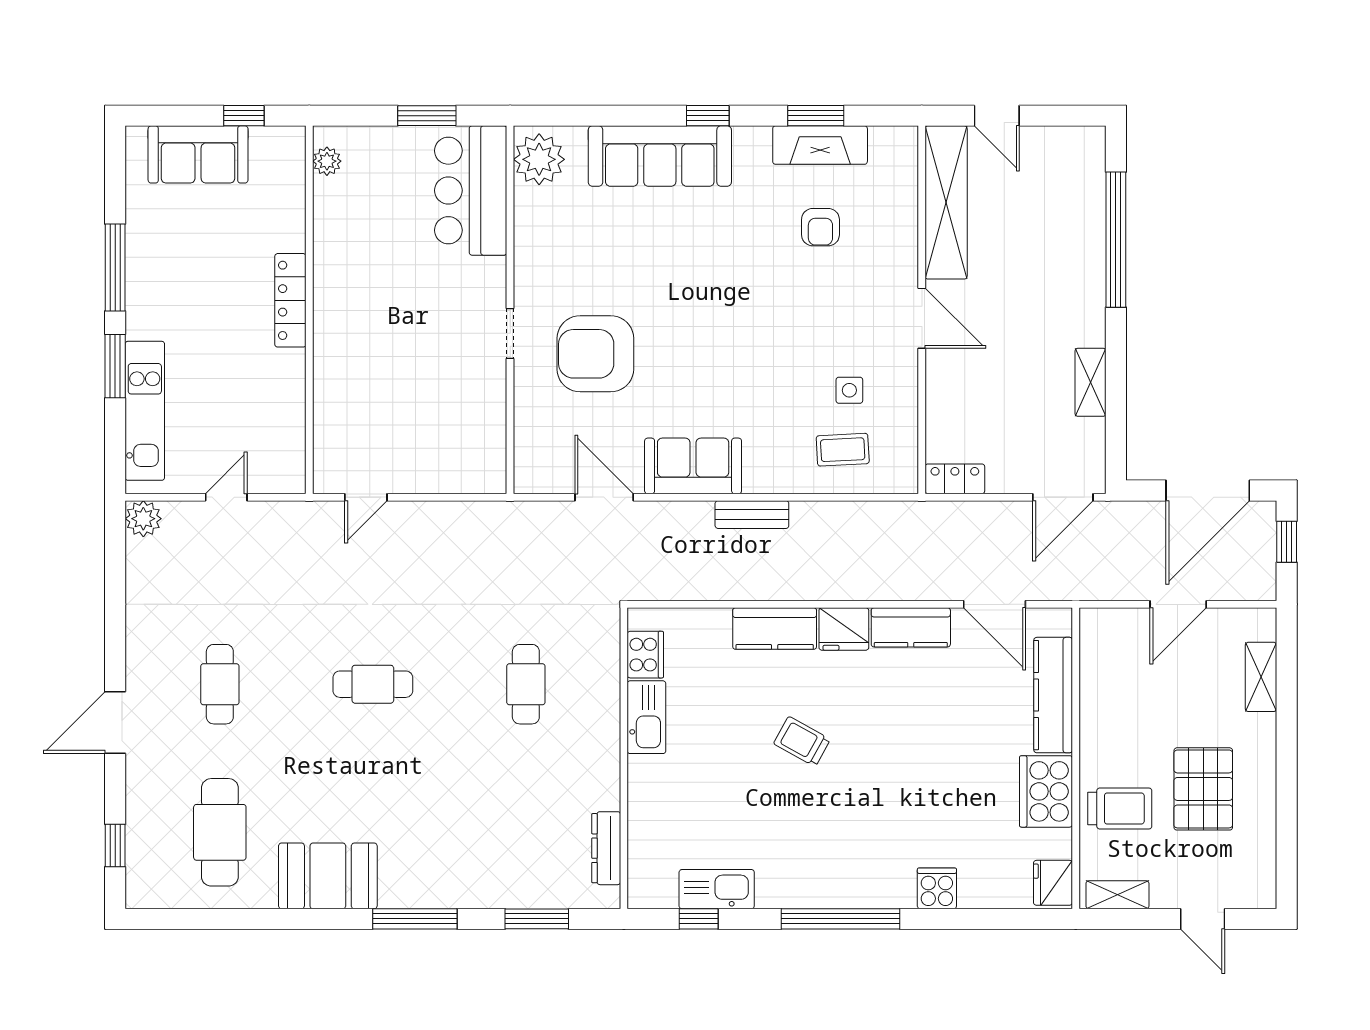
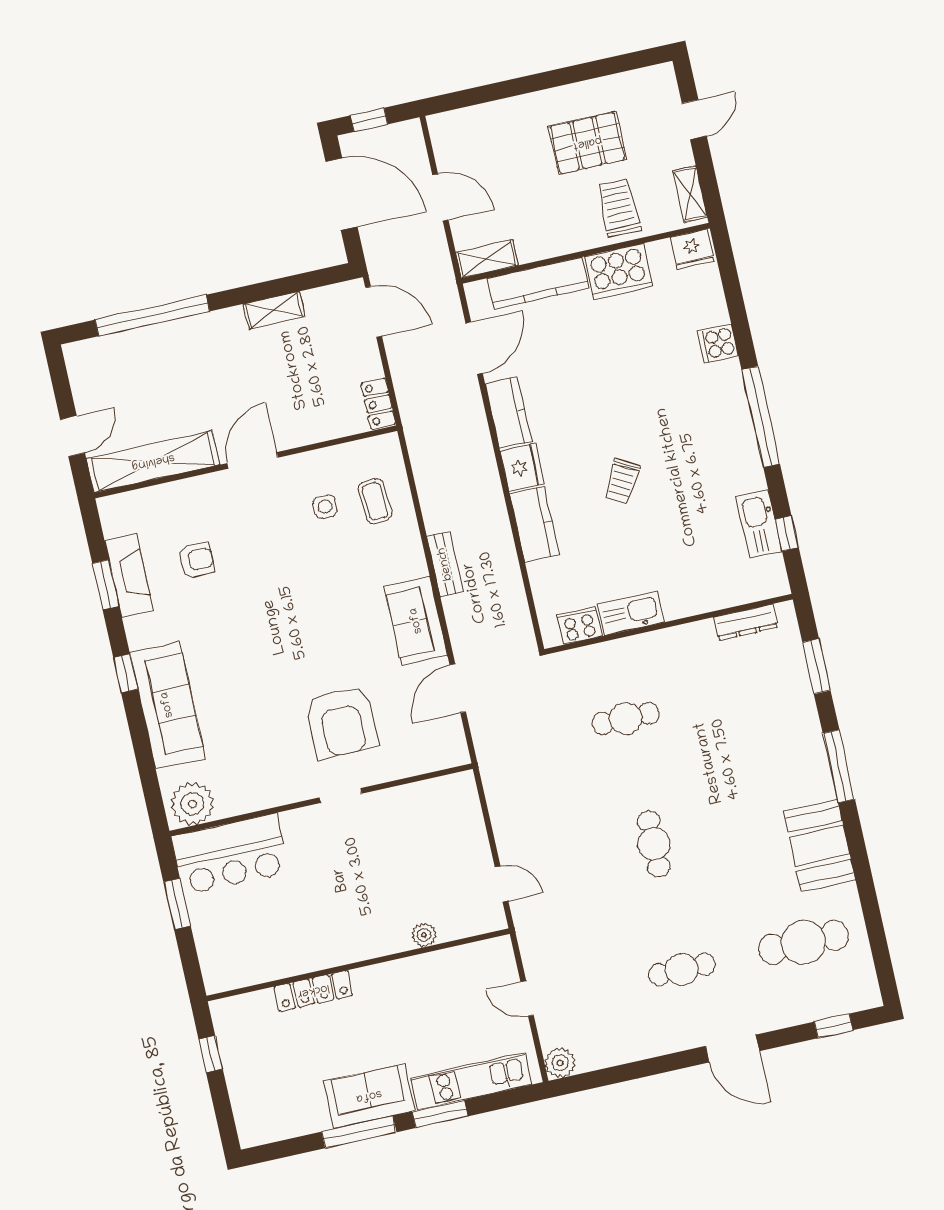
sofa: (198, 154) -> (369, 1096), moved, turned -90
plant: (327, 161) -> (424, 935), moved
locker: (290, 300) -> (313, 991), moved
shelving: (1261, 677) -> (487, 259), moved

